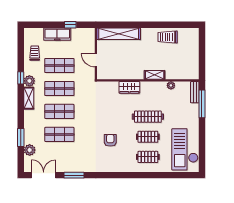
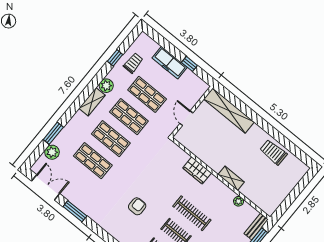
window: (21, 78) -> (115, 58), moved

